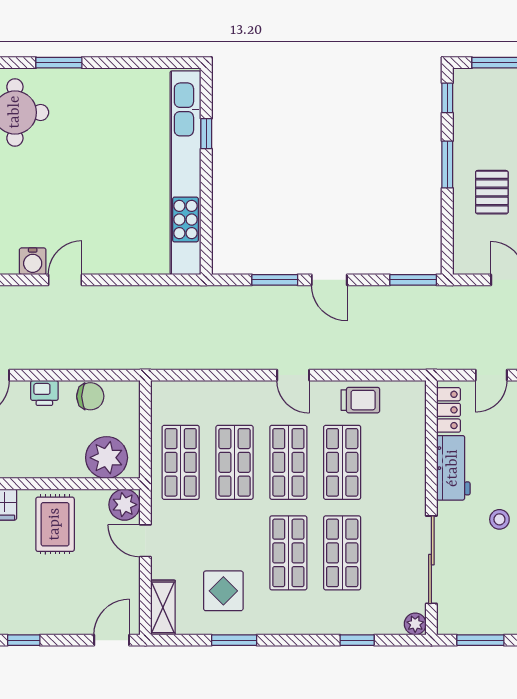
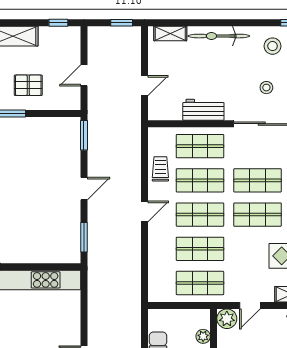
window: (275, 280) -> (84, 237), moved
door: (491, 375) -> (145, 86), hinge flipped
locker: (449, 410) -> (167, 113), removed
plant: (107, 458) -> (203, 336), width x0.53, depth x0.53
shop shelf: (396, 462) -> (200, 146), added
stool: (499, 519) -> (266, 88), moved

